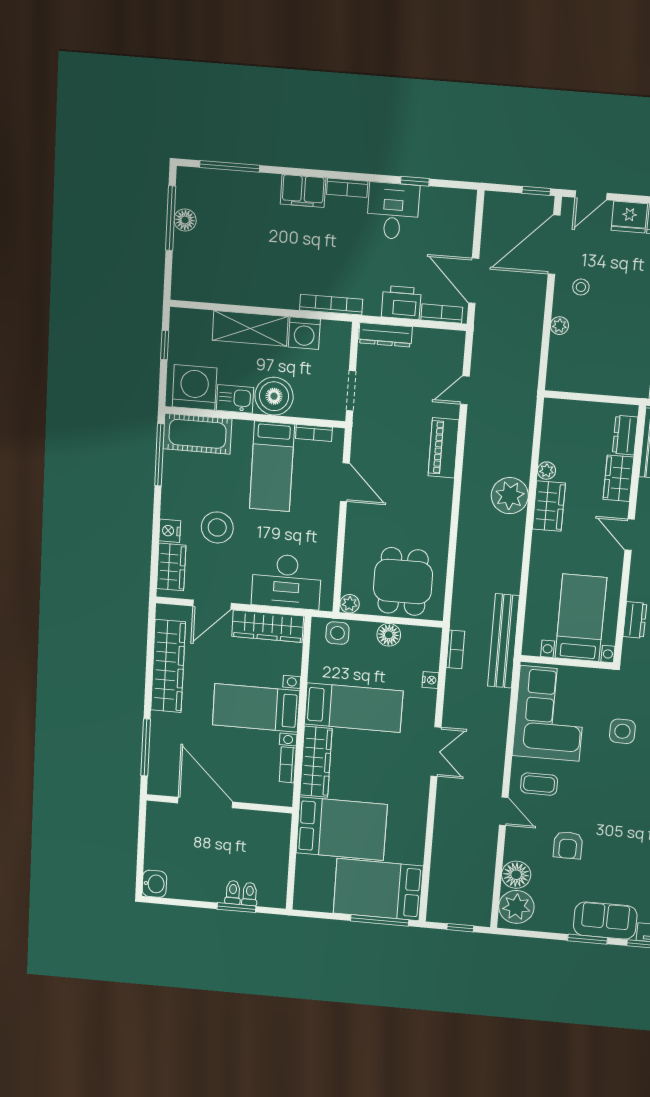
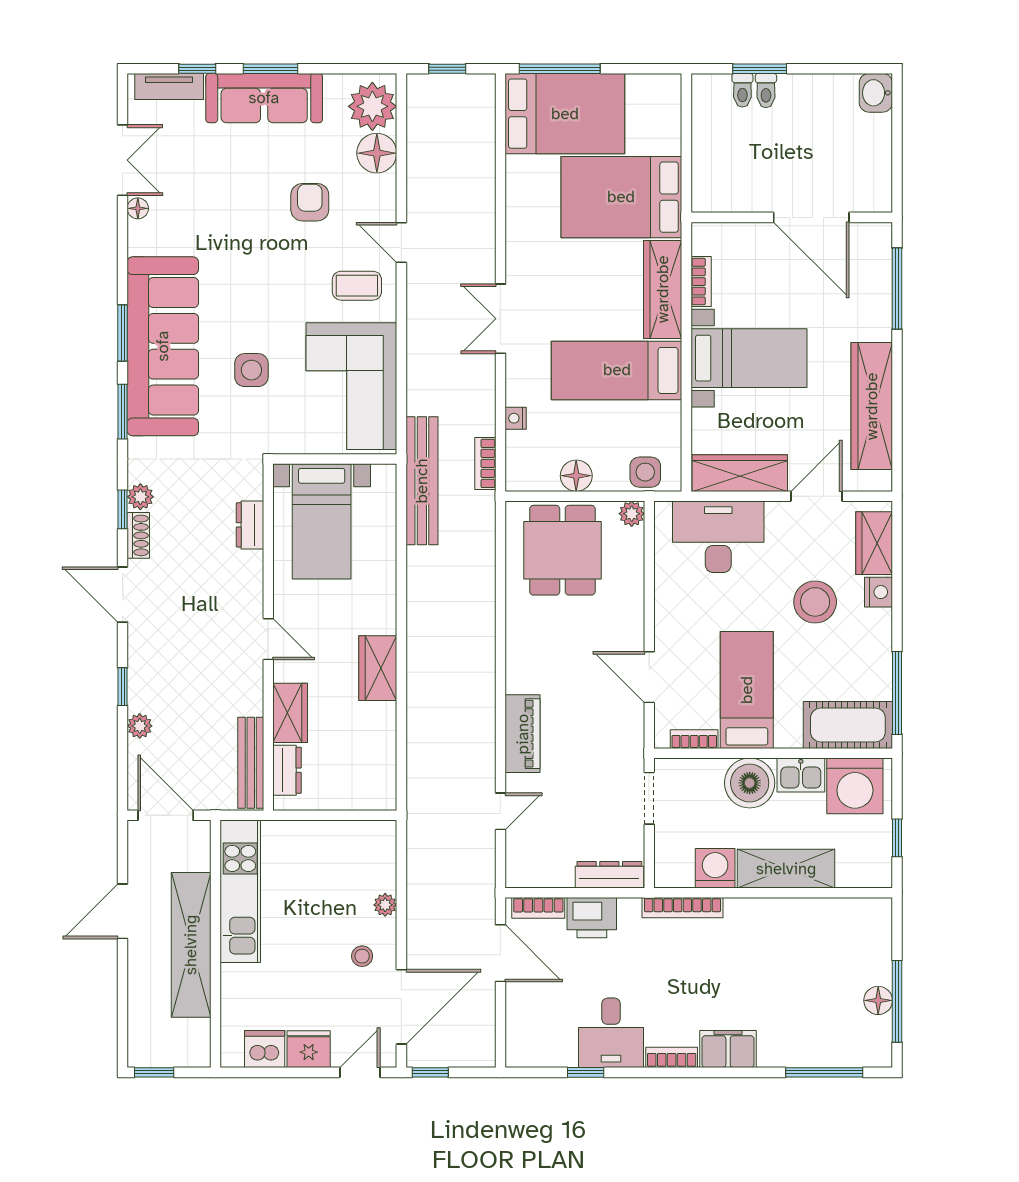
plant: (547, 471) -> (385, 715), removed
plant: (510, 496) -> (430, 678), removed
sofa: (605, 921) -> (264, 98), width x1.36

